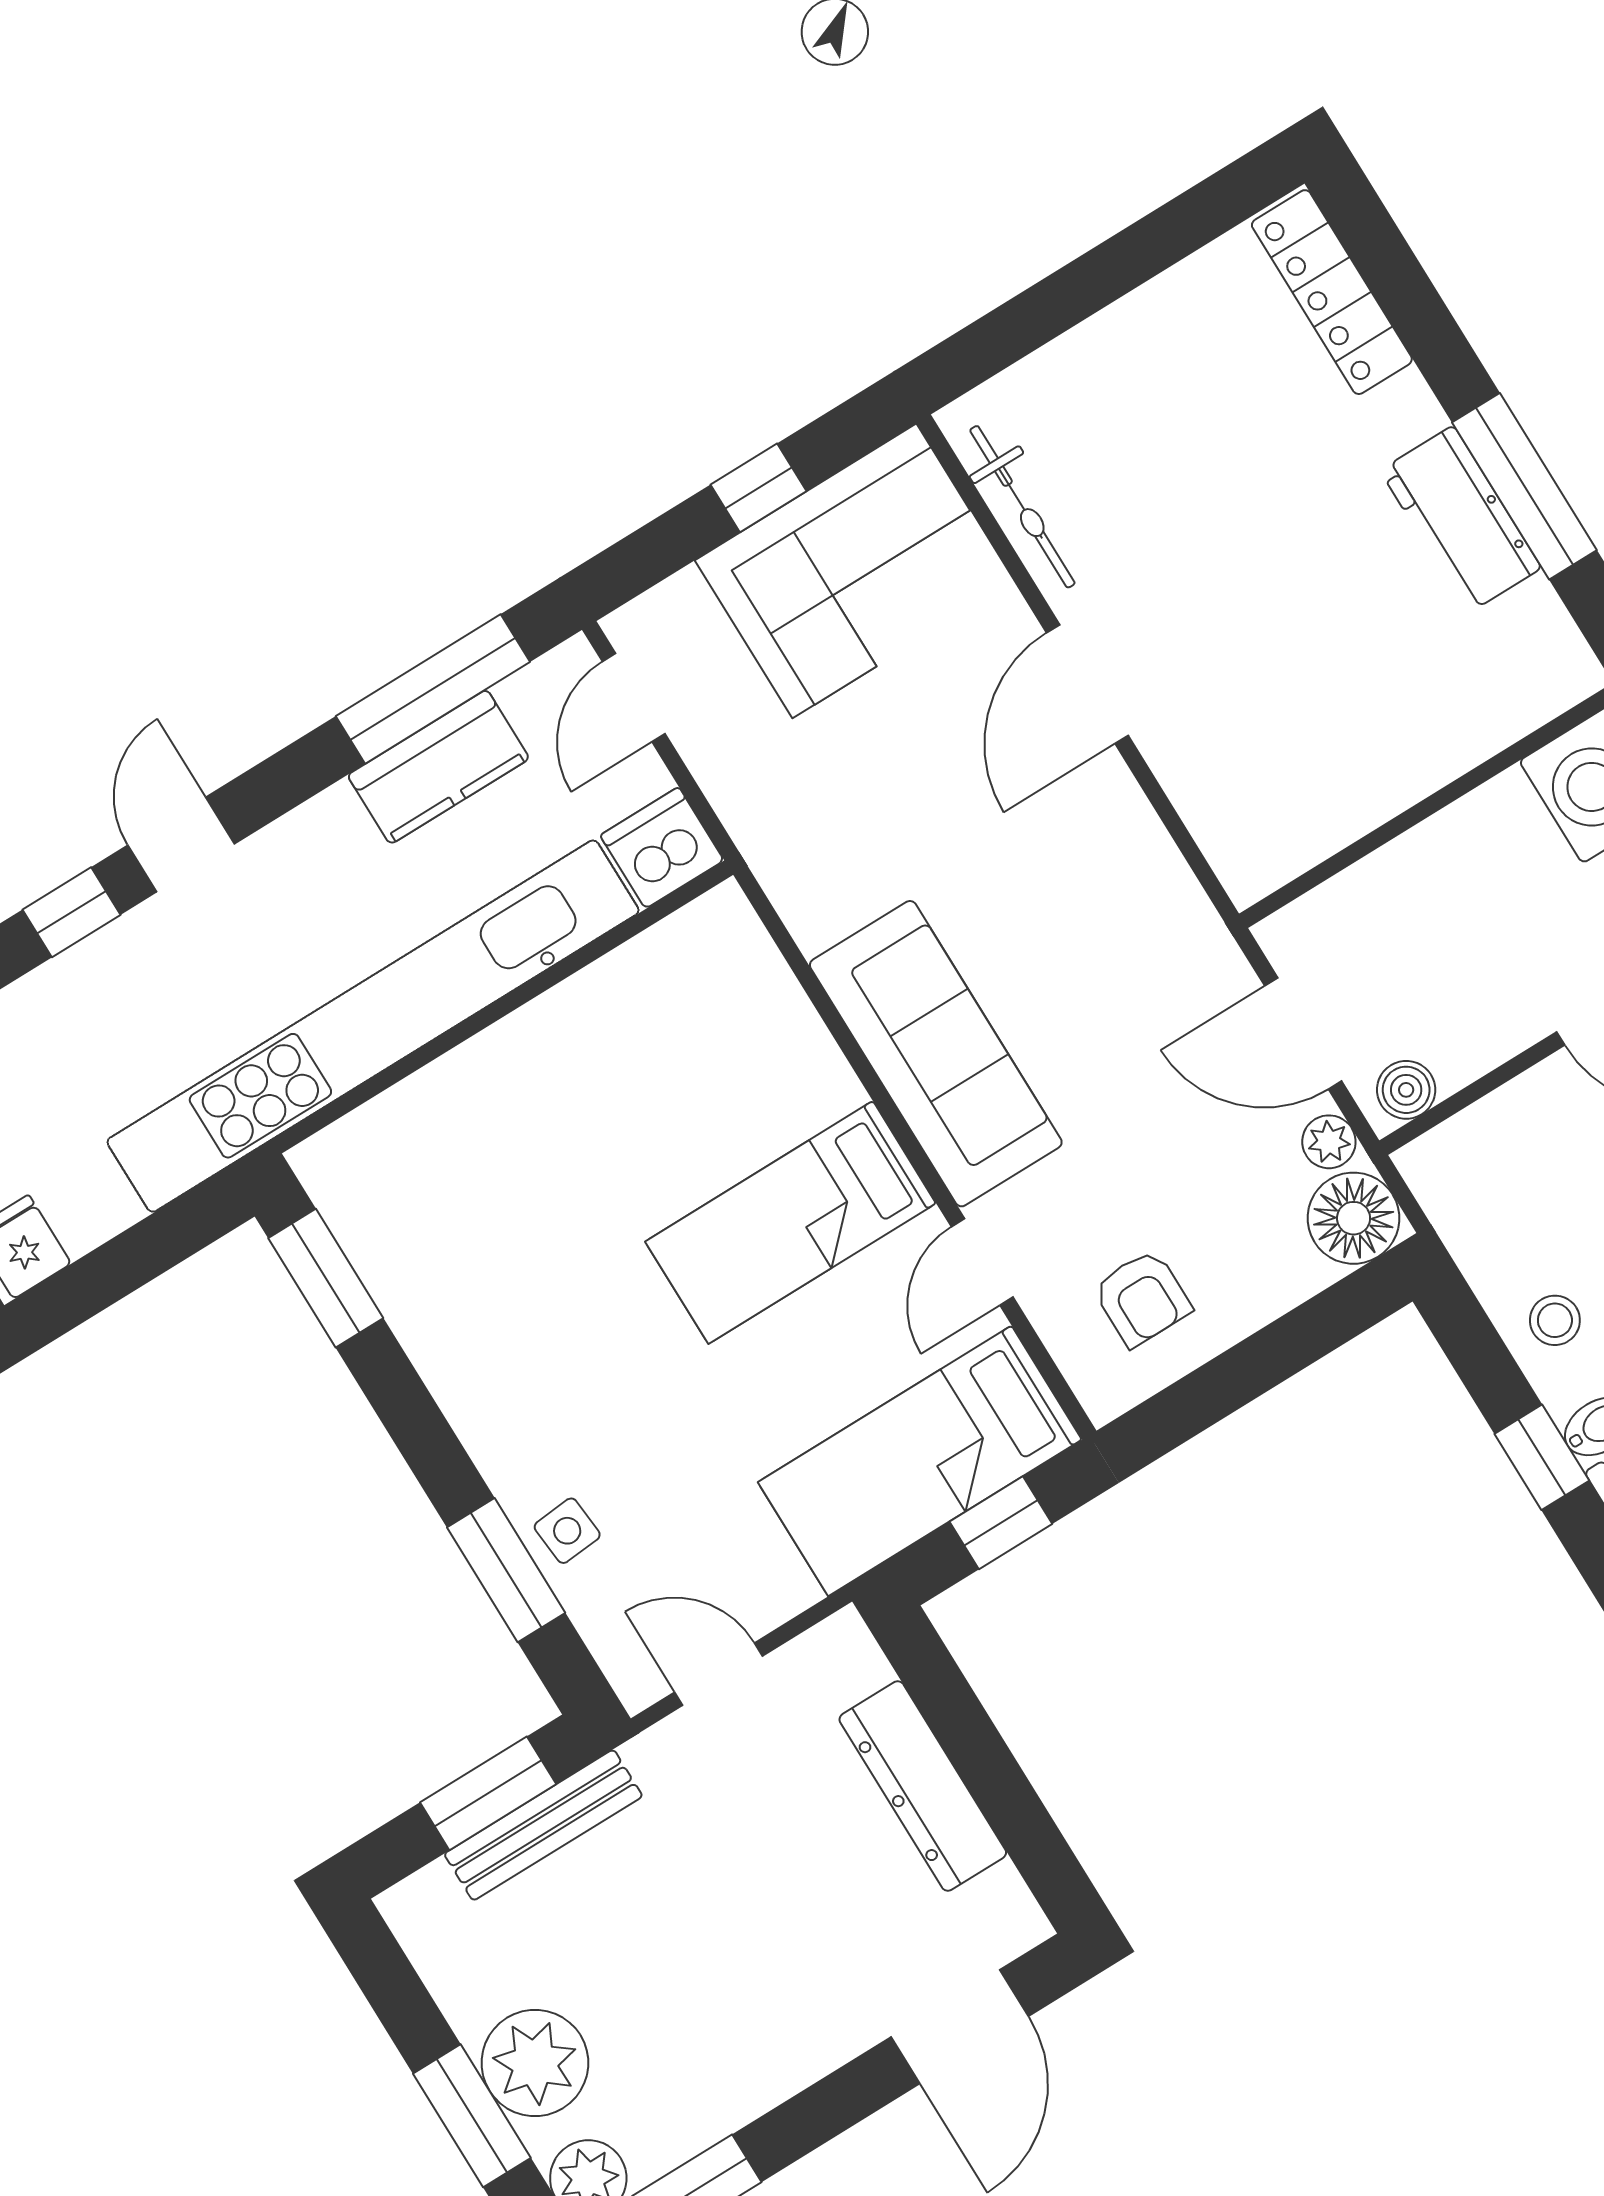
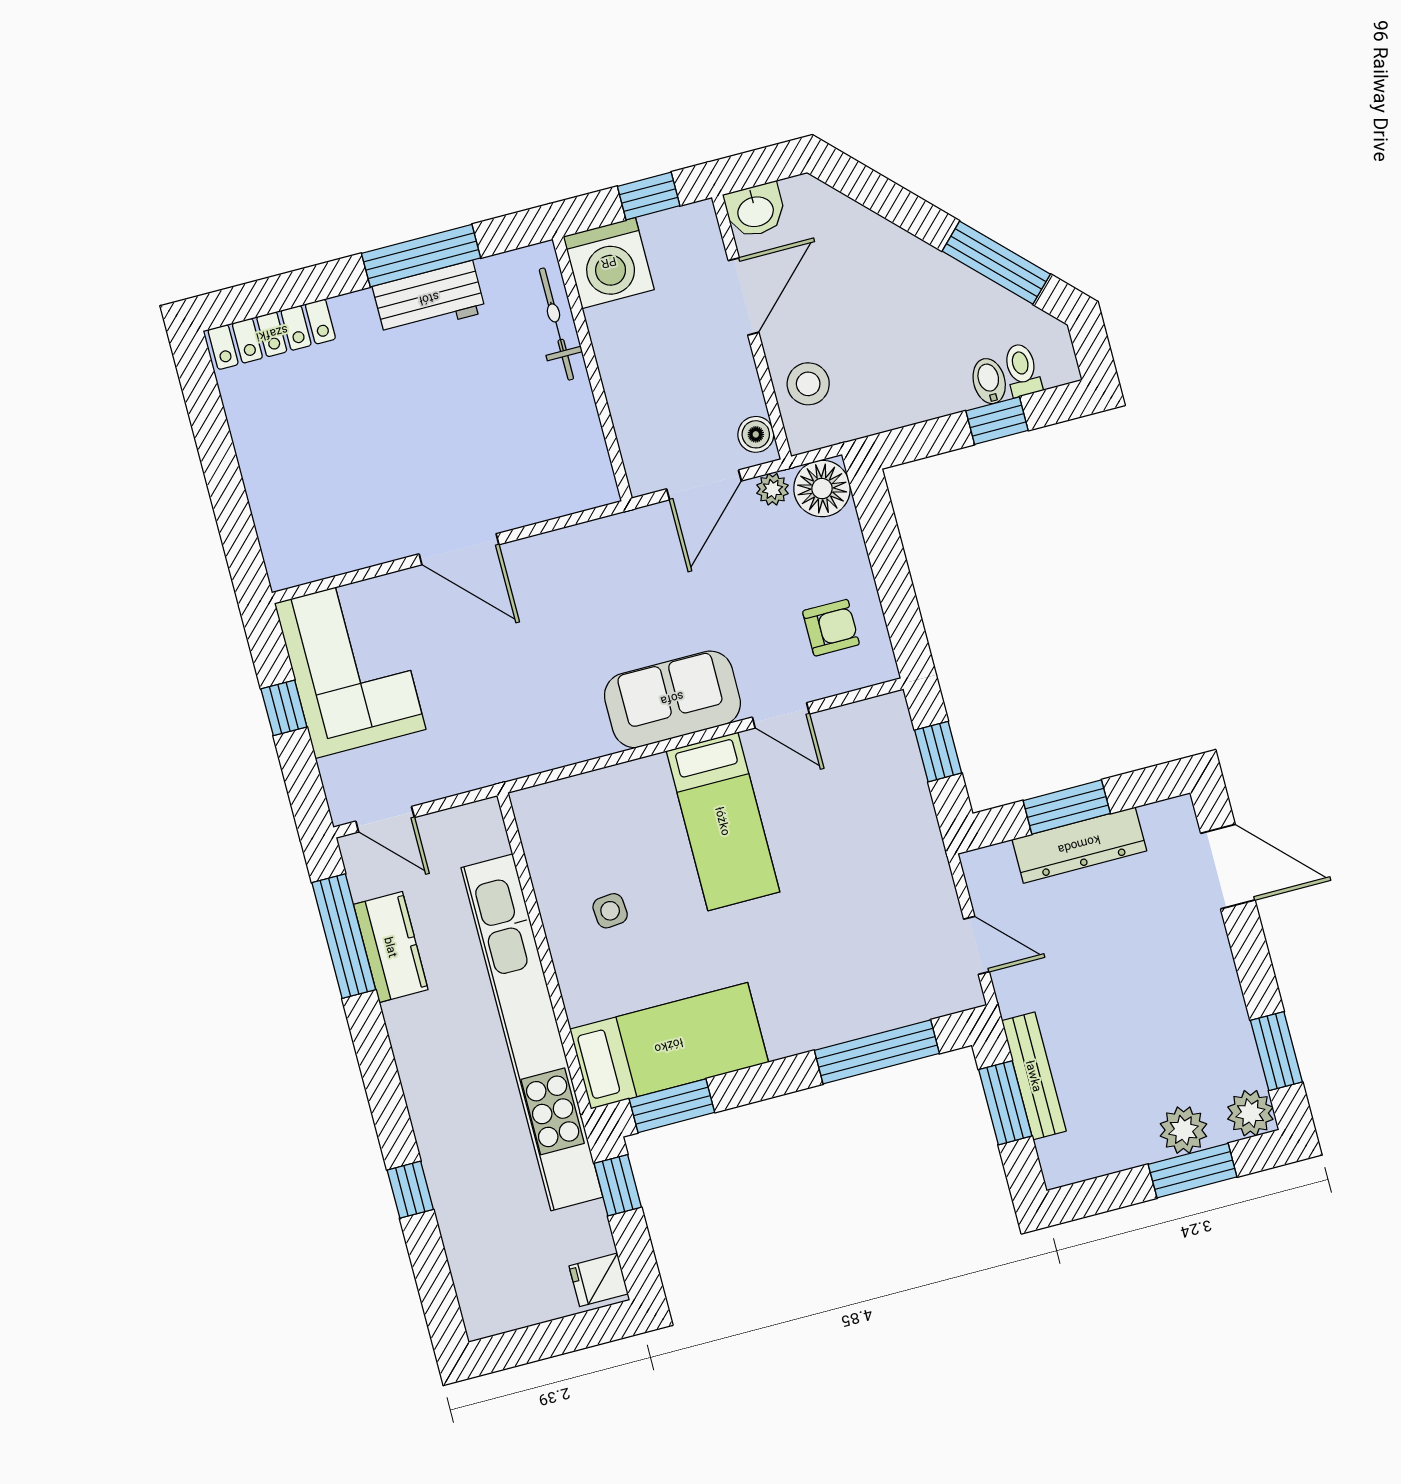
bicycle: (1022, 507) -> (556, 324), moved, turned -90
door: (181, 844) -> (390, 1113), removed
dishwasher: (662, 848) -> (479, 830), removed
sofa: (936, 1054) -> (672, 699), width x0.73
window: (177, 1232) -> (618, 1185), added
stool: (1555, 1320) -> (808, 384), moved, width x1.37, depth x1.37
bed: (920, 1461) -> (669, 1046), moved, turned -90
side table: (567, 1531) -> (610, 911), moved
window: (506, 1570) -> (877, 1052), width x1.44
door: (719, 1674) -> (976, 945), swing flipped
window: (976, 1748) -> (1067, 807), added
plant: (535, 2063) -> (1183, 1130), width x0.73, depth x0.73

